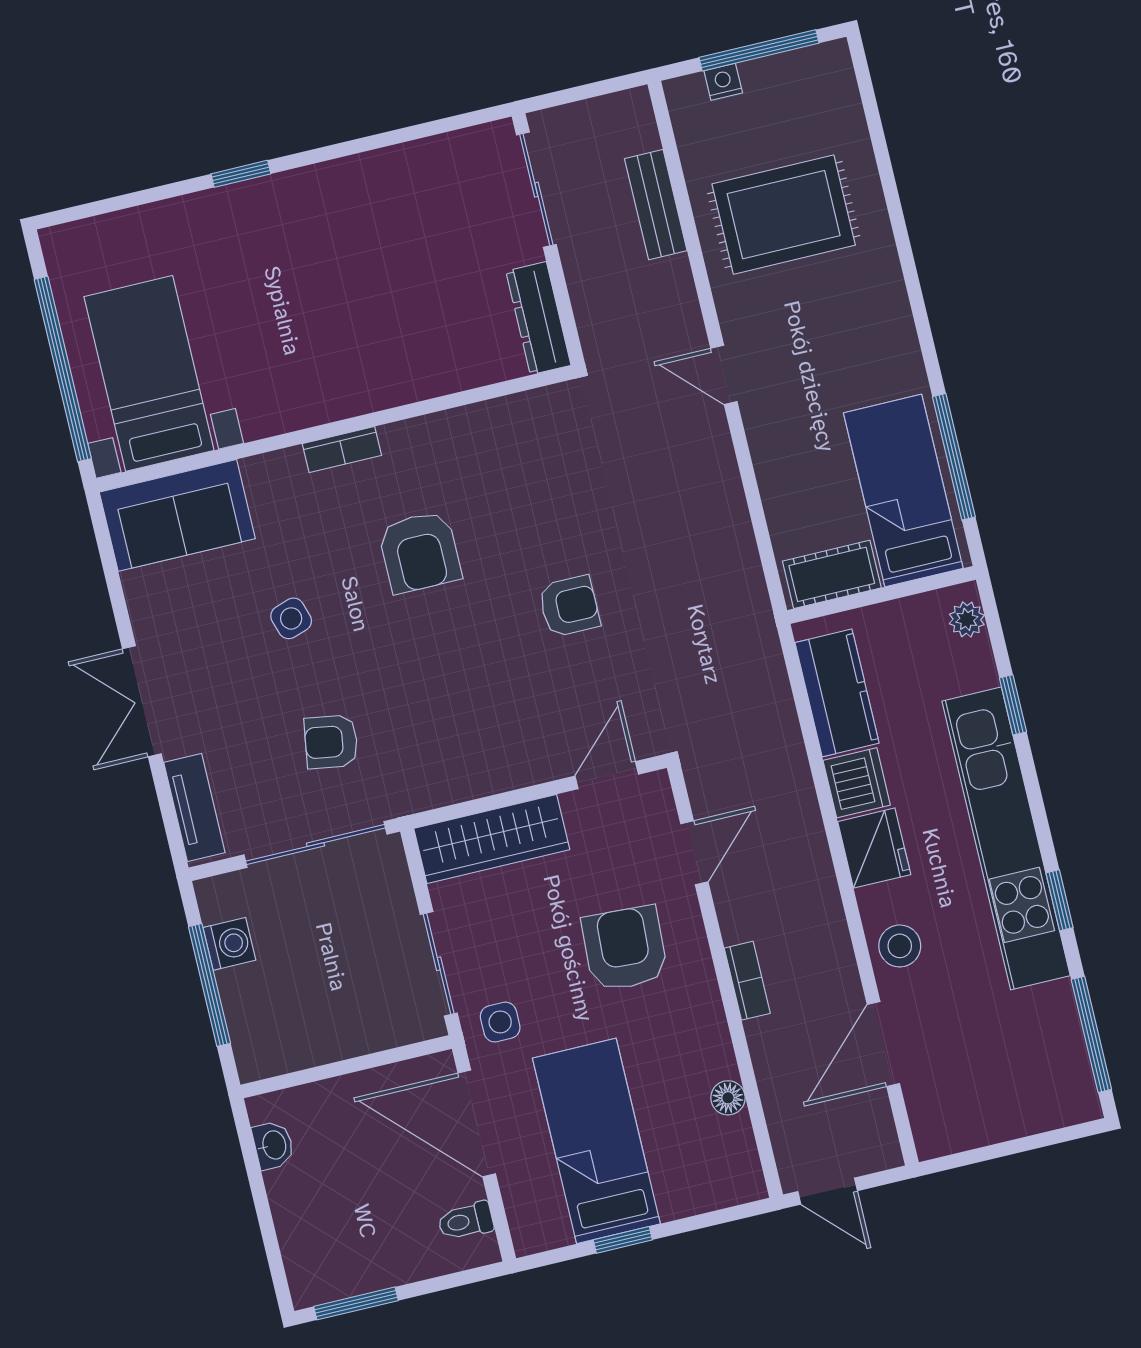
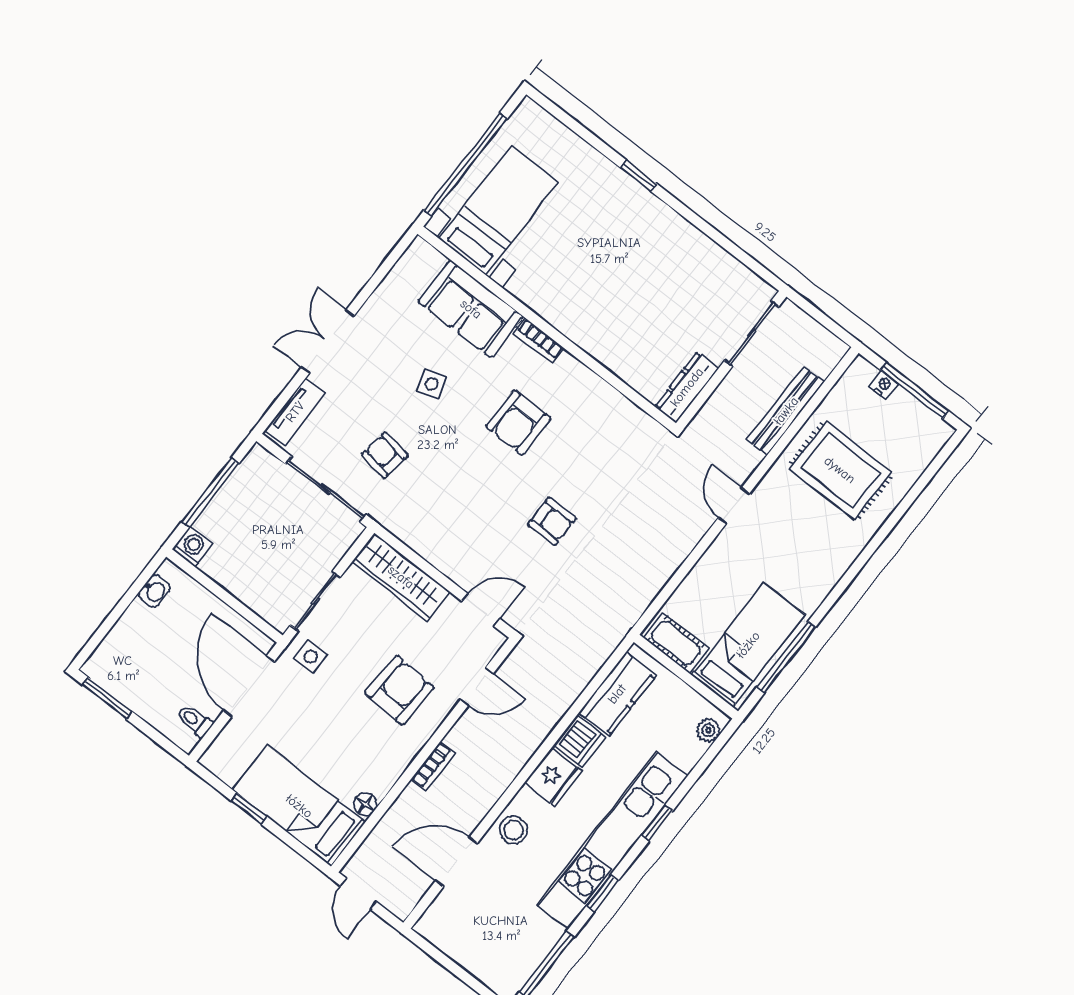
bench: (656, 205) -> (786, 411), width x1.36
sofa: (177, 515) -> (471, 309), moved
window: (1013, 705) -> (657, 823), moved
washing machine: (229, 944) -> (192, 547), moved, turned -90
bed: (596, 1141) -> (299, 806), moved, turned -90

